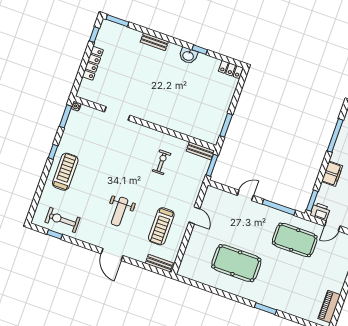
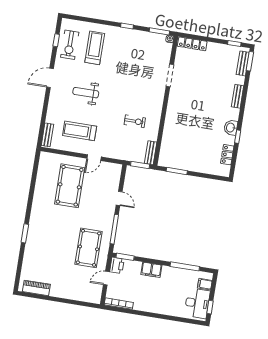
bench: (118, 29) -> (243, 63), added
locker: (93, 63) -> (192, 44), moved
locker: (231, 69) -> (227, 155), moved
treadmill: (65, 172) -> (95, 48), moved, turned -90
exercise bike: (62, 220) -> (70, 45), turned 180
door: (332, 226) -> (106, 278), hinge flipped
door: (112, 255) -> (50, 78), moved
pool table: (236, 263) -> (70, 186), moved

